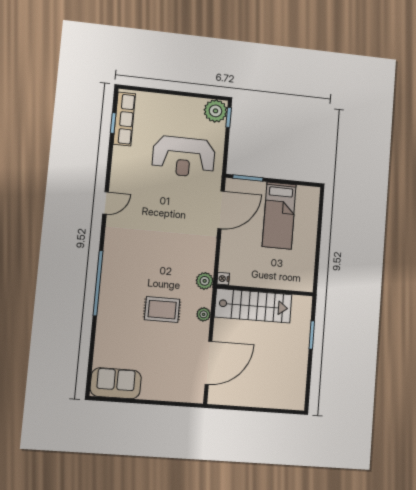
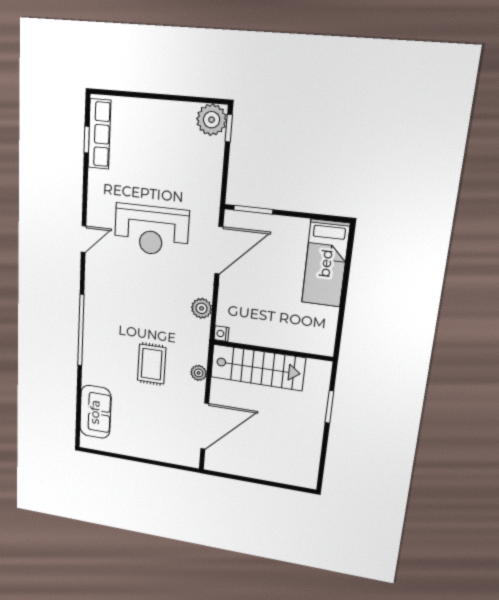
reception desk: (184, 157) -> (151, 230), moved
bed: (279, 216) -> (326, 263), moved
plant: (205, 281) -> (202, 308), moved
rug: (162, 310) -> (152, 364), turned 90
sofa: (116, 383) -> (95, 412), moved, turned 90

